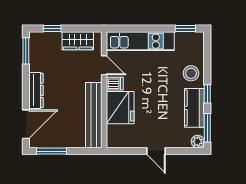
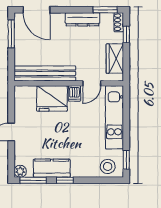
shoe rack: (39, 37) -> (119, 22), added
stool: (191, 73) -> (108, 166), moved
dresser: (36, 90) -> (83, 19), moved

